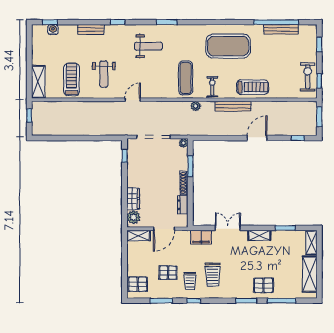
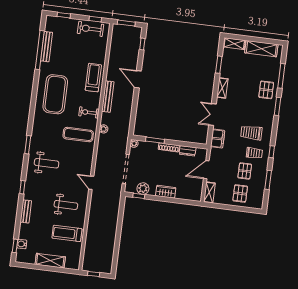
weight bench: (148, 46) -> (47, 163), turned 90
shelving: (38, 82) -> (50, 261), moved
wardrobe: (133, 199) -> (166, 192), moved
plant: (134, 217) -> (143, 189), moved
door: (164, 229) -> (206, 170), swing flipped
trolley: (213, 275) -> (251, 133), turned 180
pallet: (138, 284) -> (240, 193), moved

